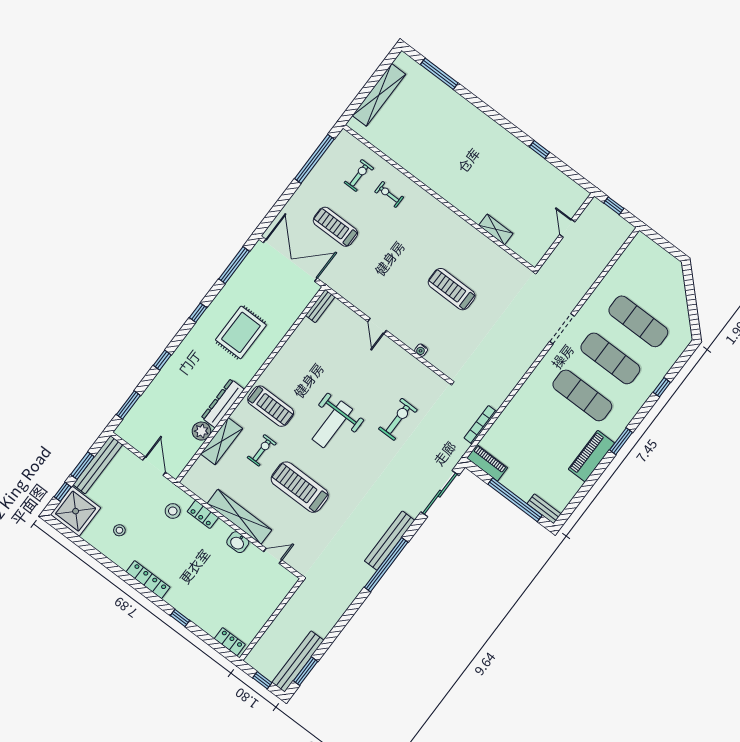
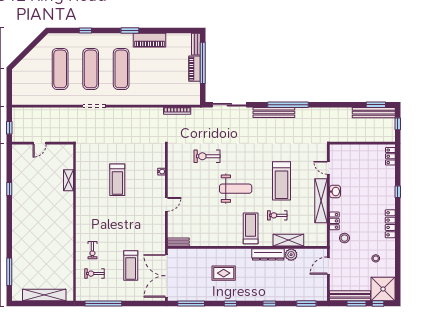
rug: (241, 332) -> (224, 273), width x0.73, depth x0.70
piano: (487, 463) -> (194, 69), moved

